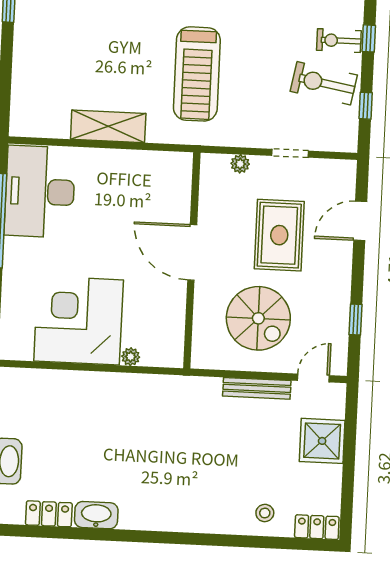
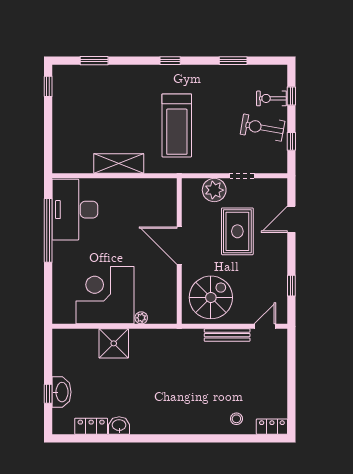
plant: (240, 164) -> (214, 190), width x1.87, depth x1.87
spiral stairs: (258, 318) -> (211, 297), moved, turned -90
shower: (322, 441) -> (114, 343), moved
washbasin: (96, 515) -> (119, 426), width x0.72

